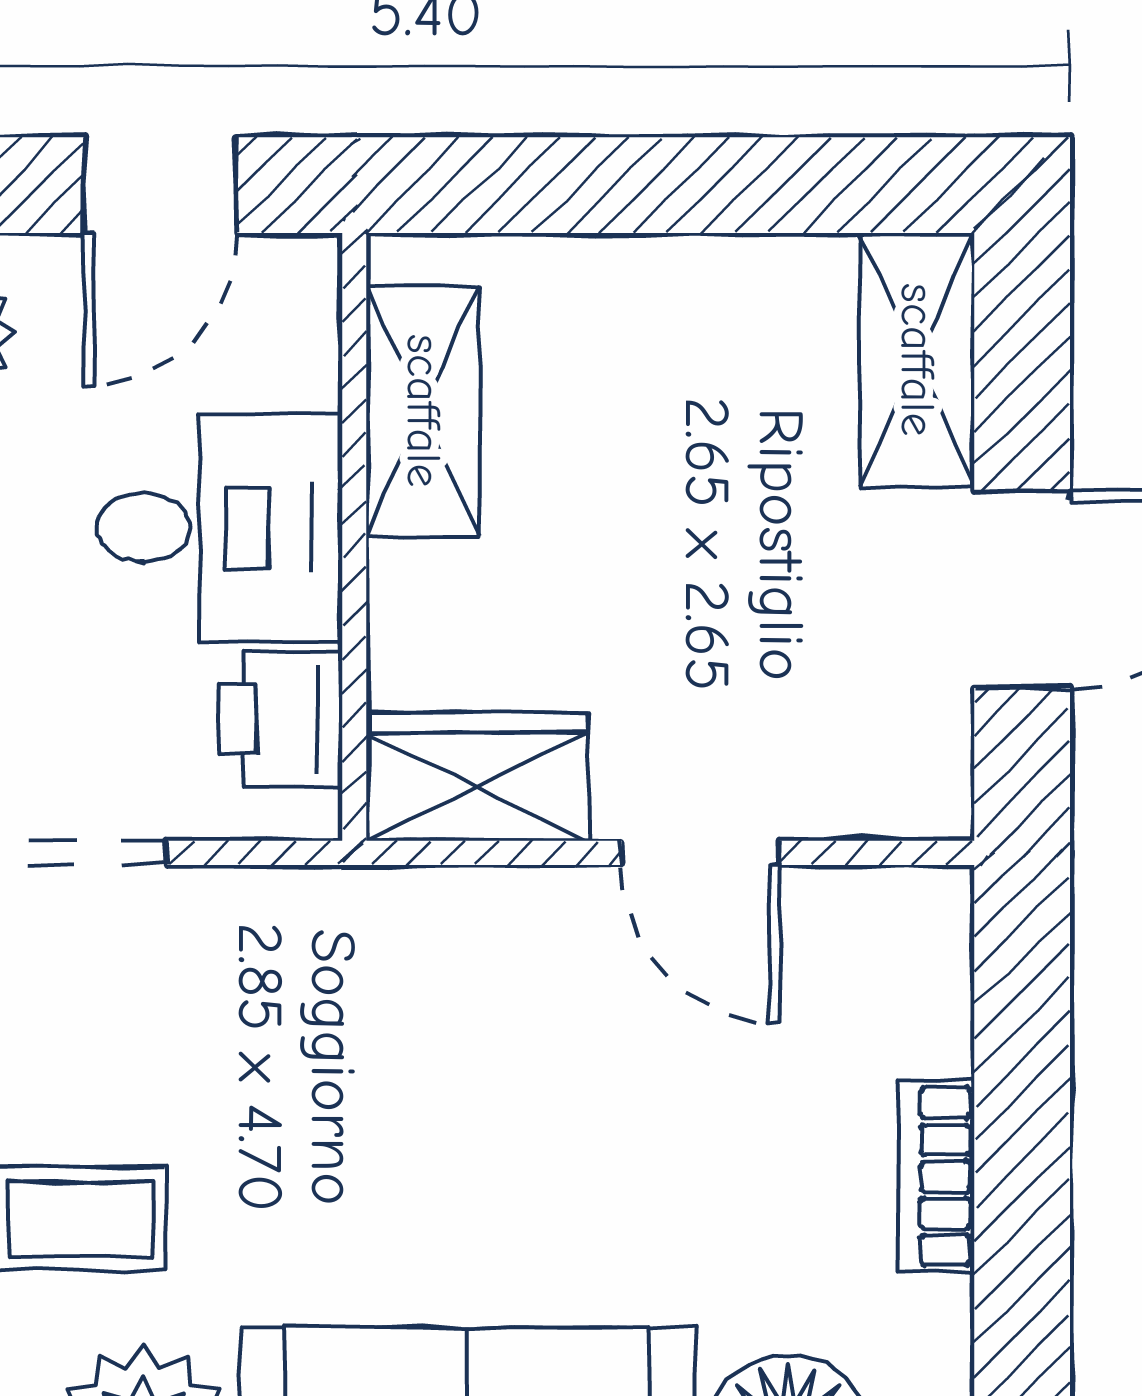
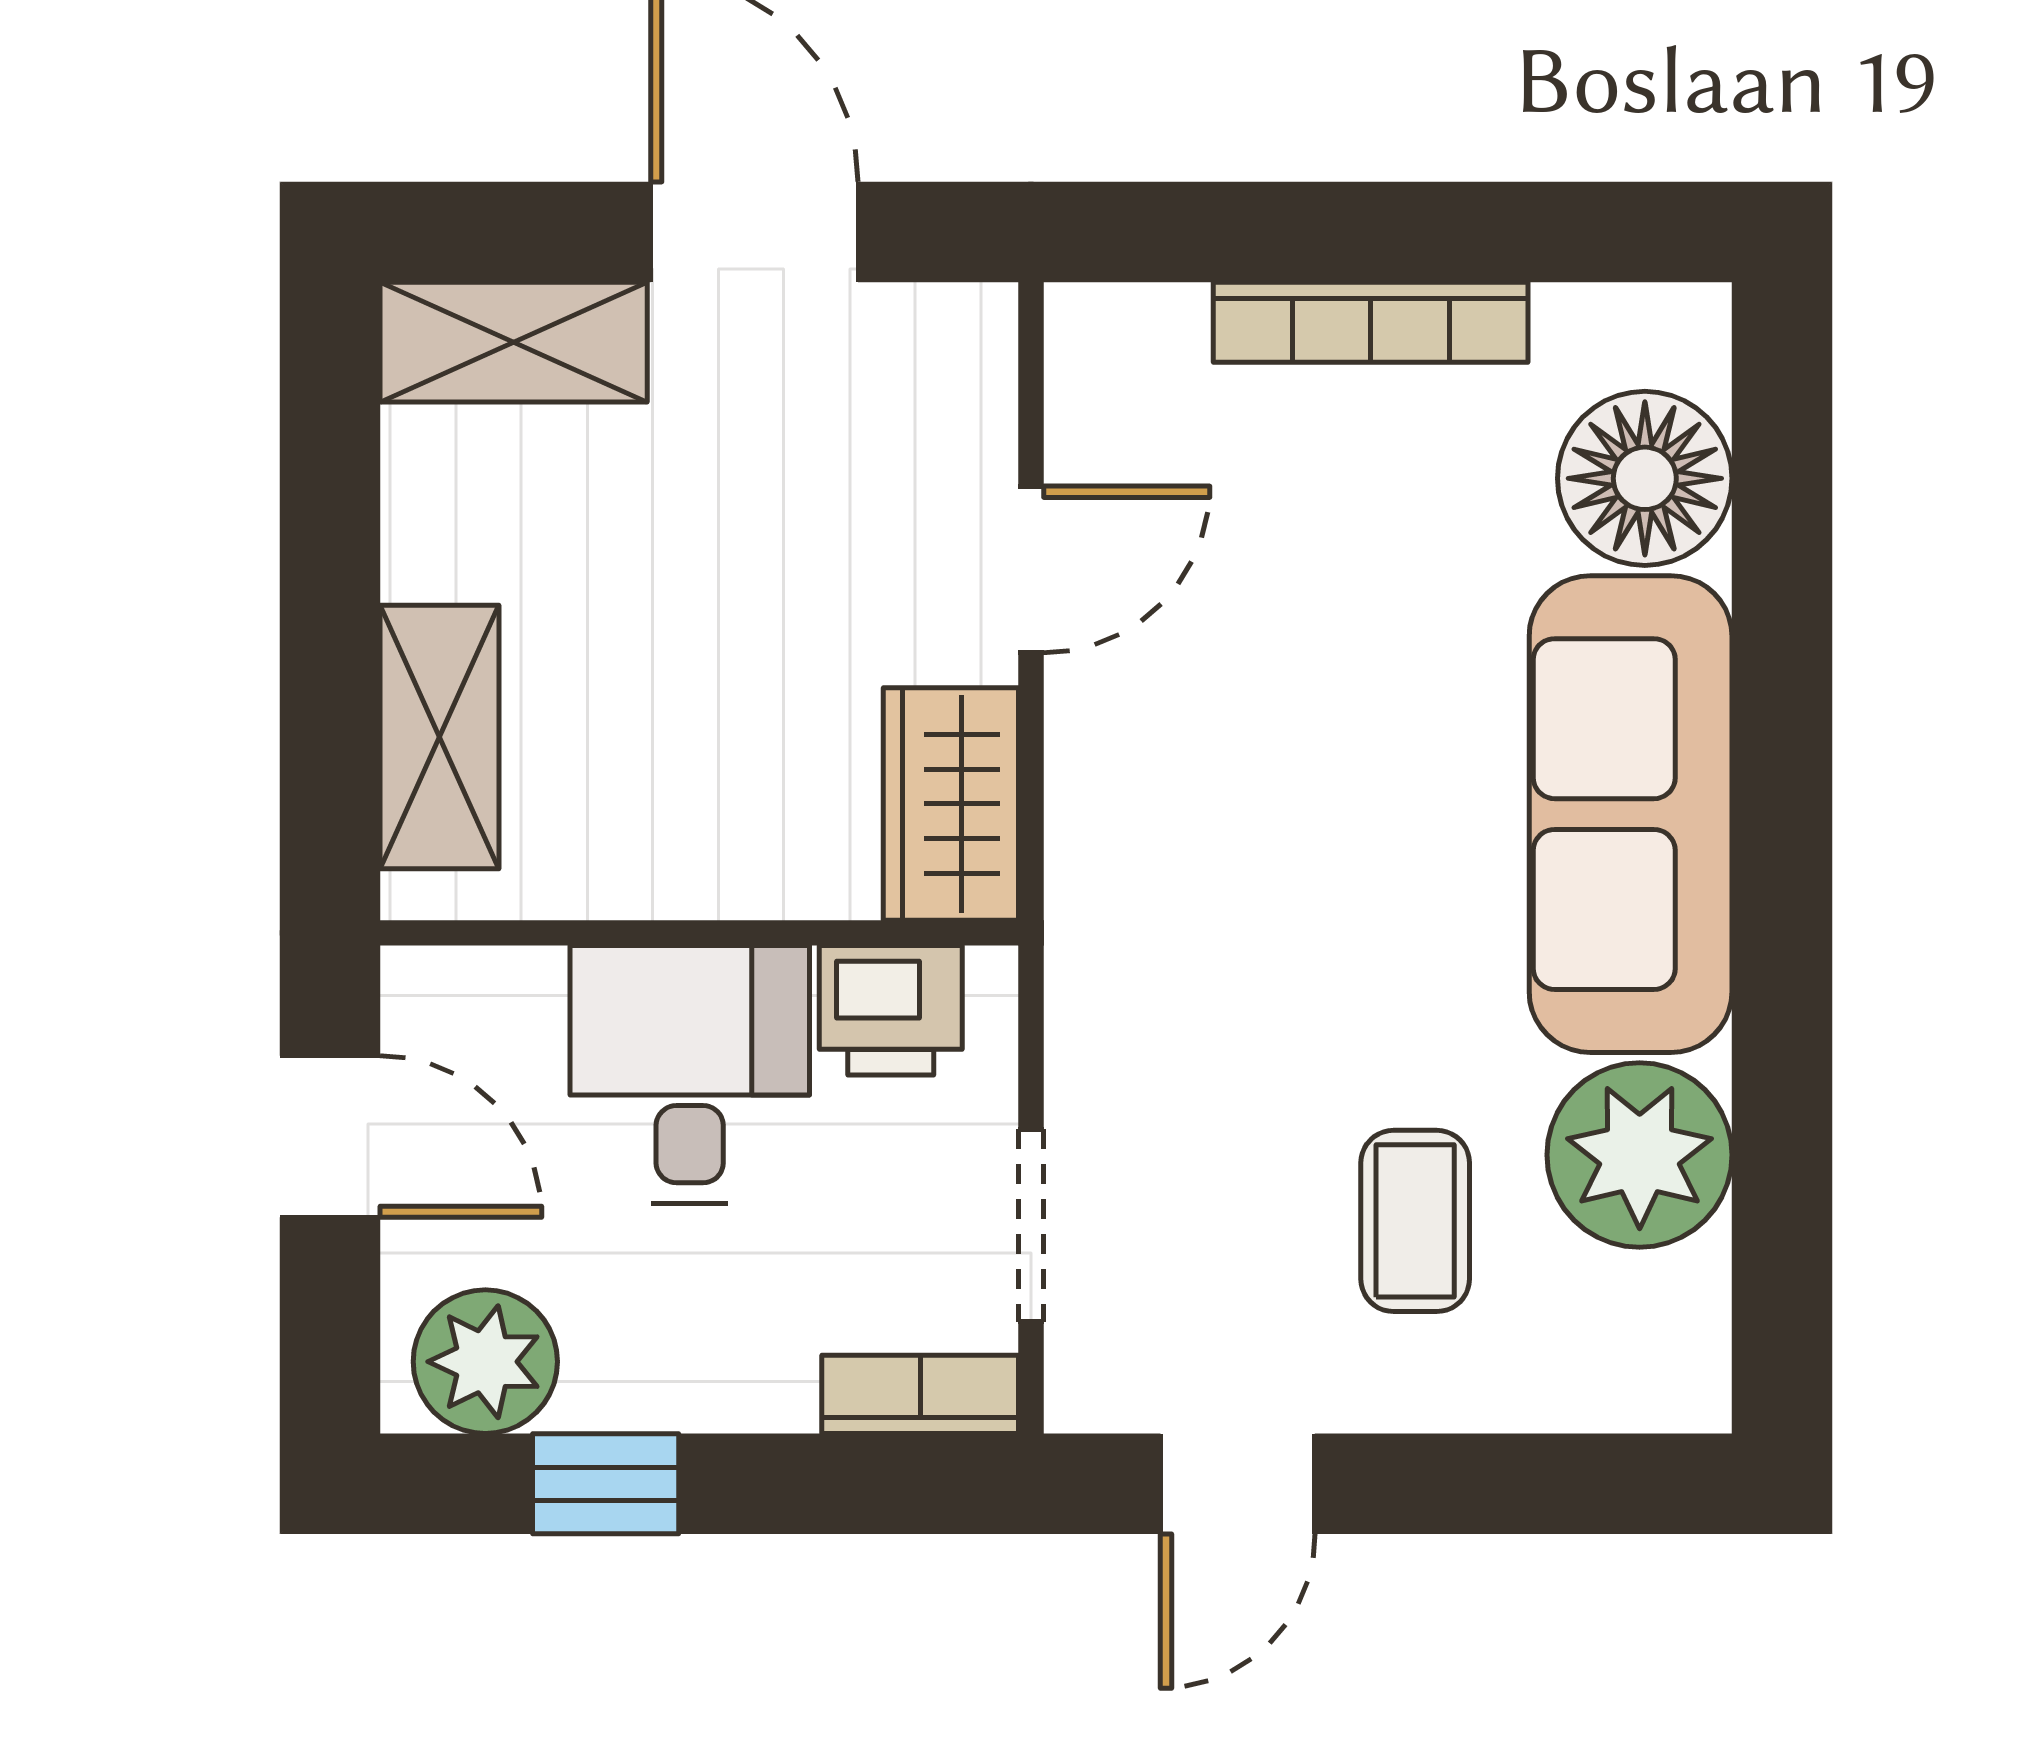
shelving: (423, 411) -> (439, 737), moved, turned 90
bookcase: (936, 1176) -> (1371, 322), width x1.56

